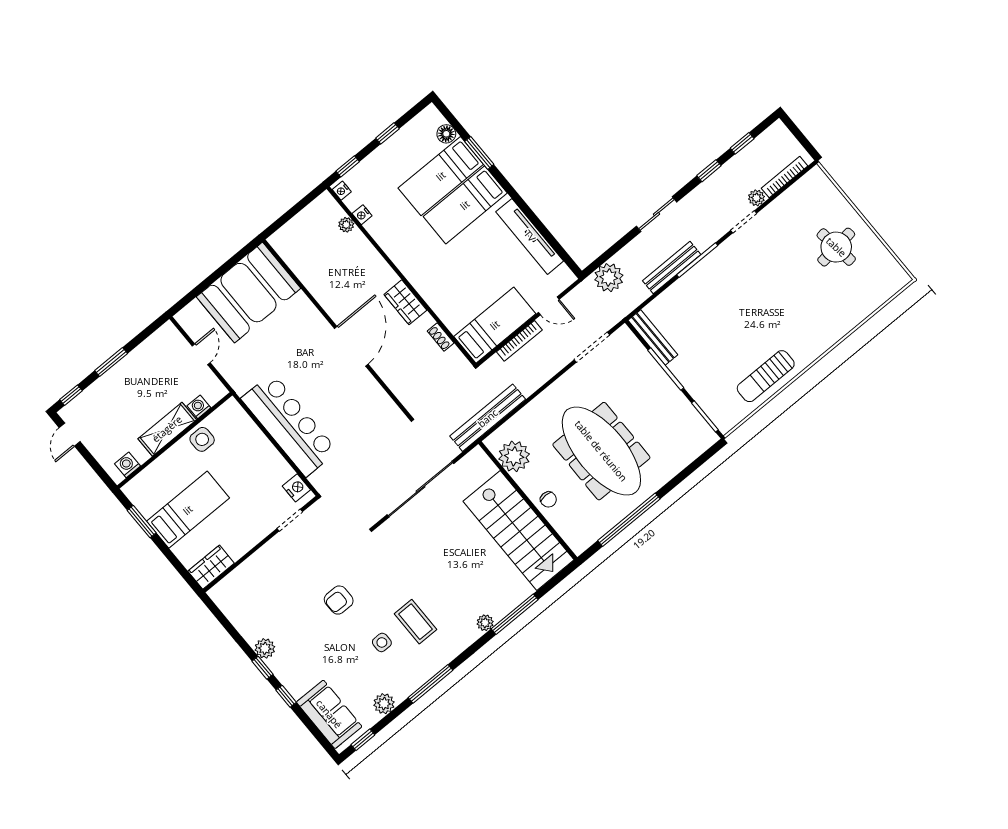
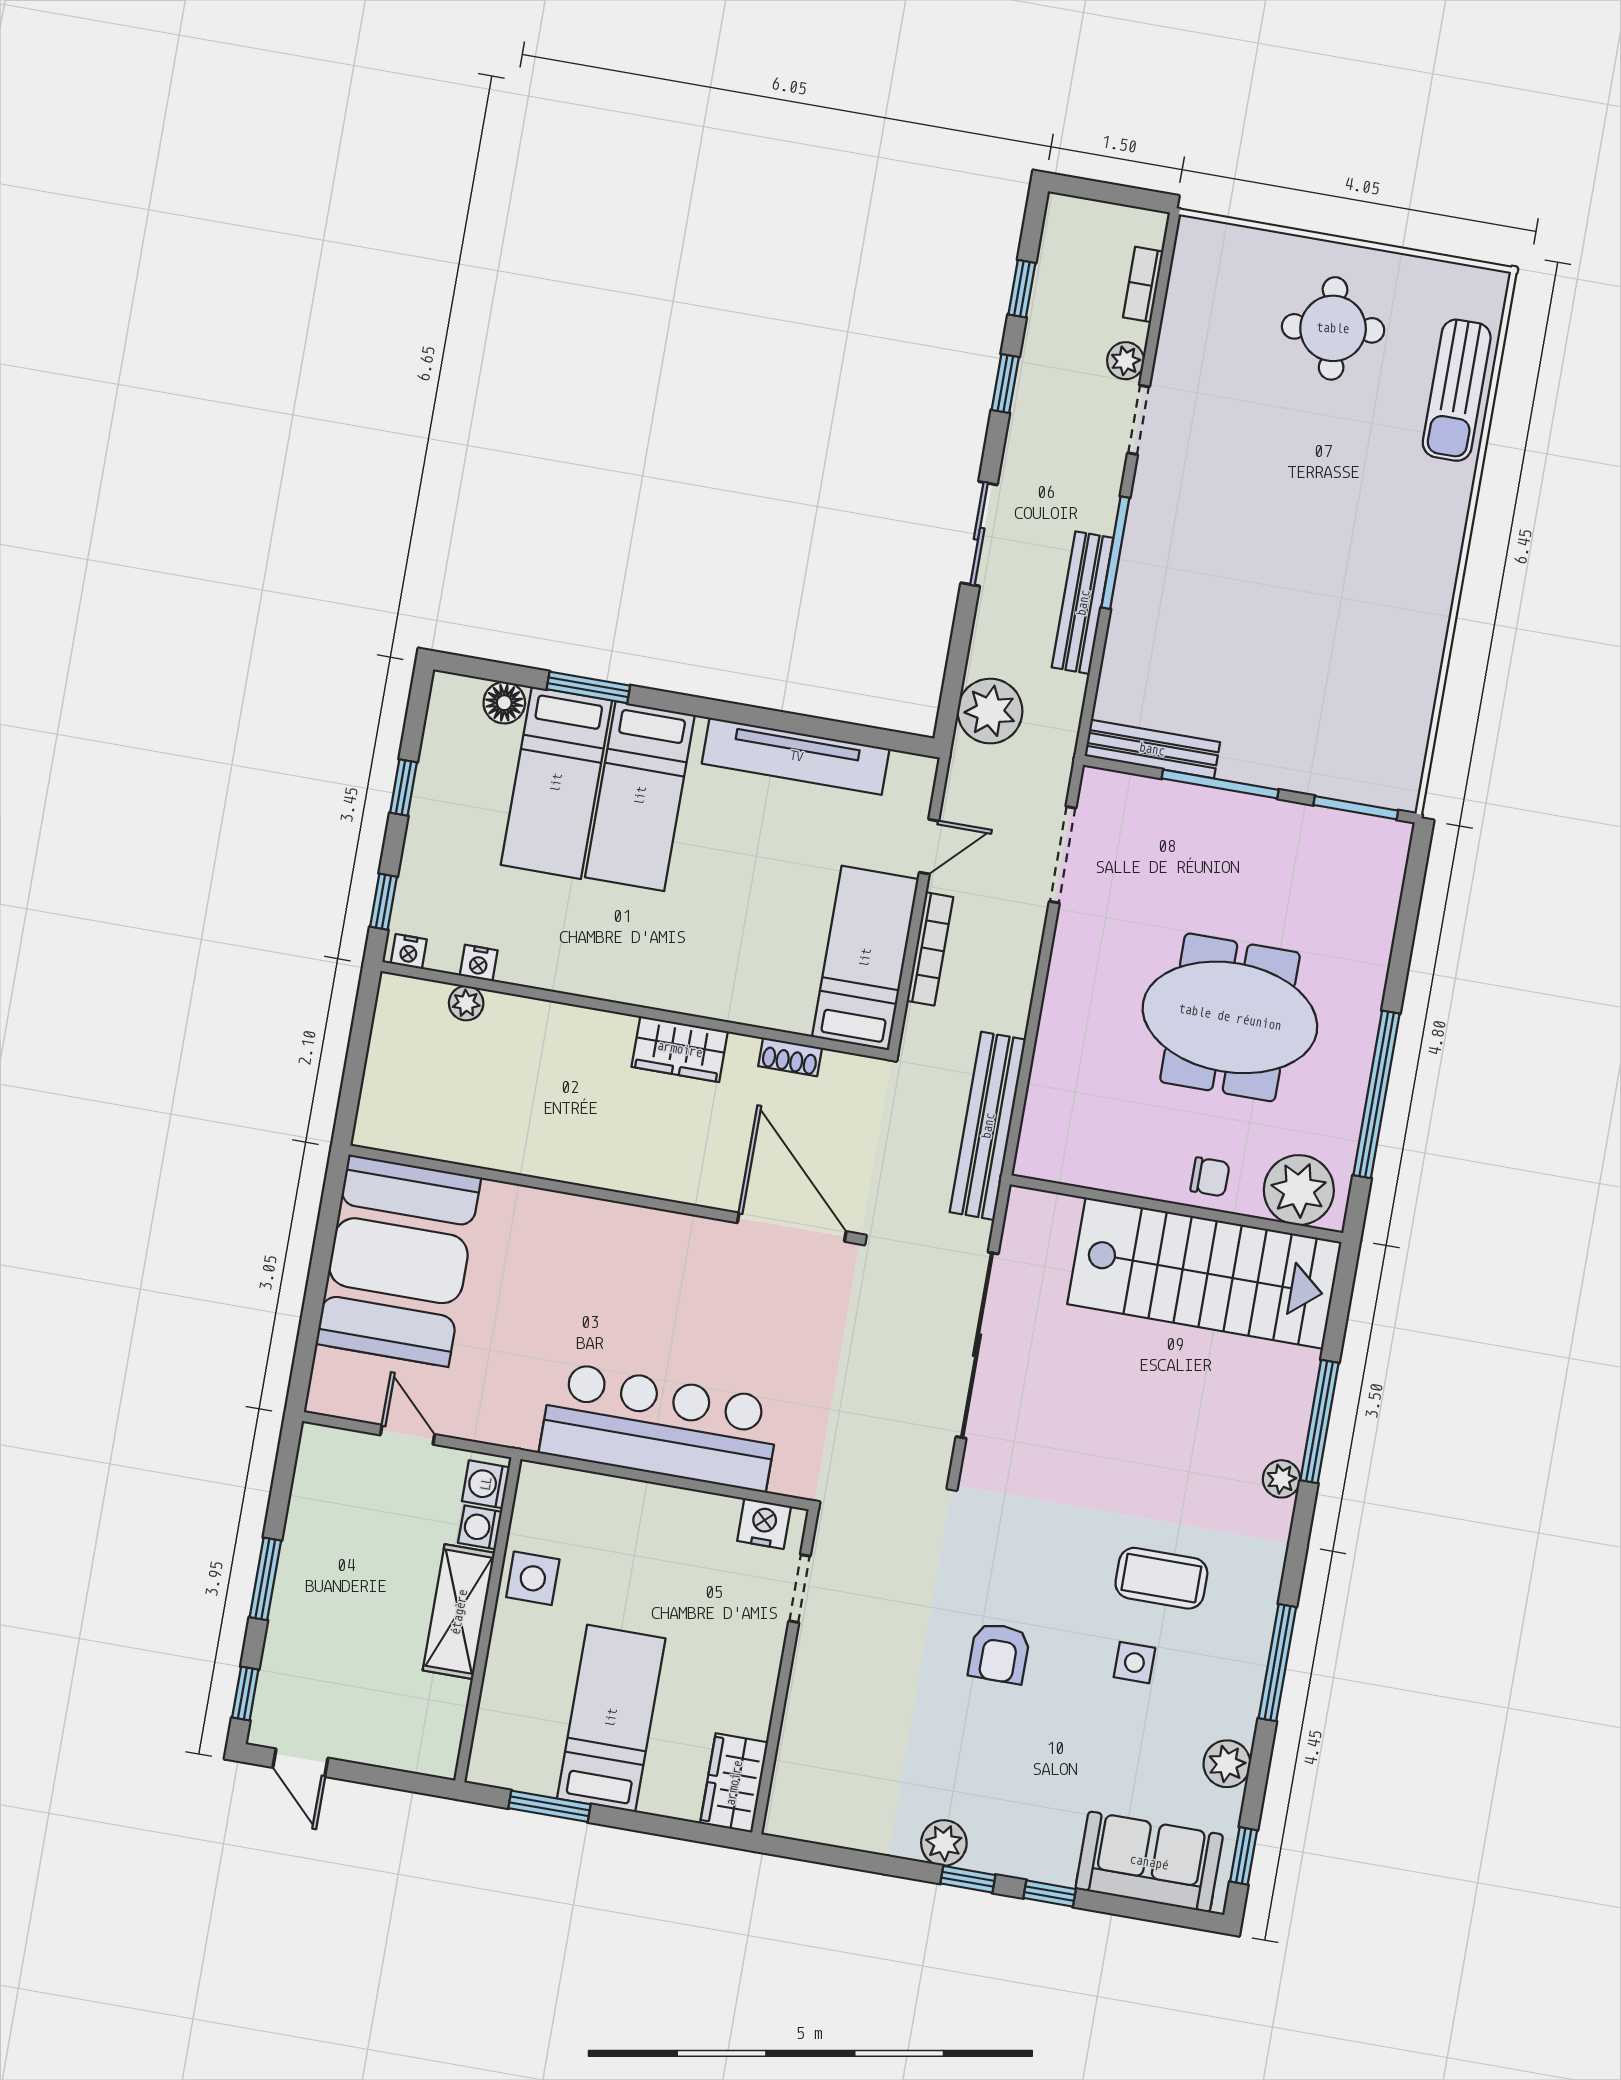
bookcase: (784, 177) -> (1143, 284), width x0.64
door: (351, 346) -> (792, 1227), moved
sun lounger: (766, 376) -> (1457, 390), moved
meeting table: (601, 451) -> (1230, 1017), width x0.73
plant: (514, 456) -> (1299, 1190), moved
washing machine: (127, 465) -> (486, 1484), moved

